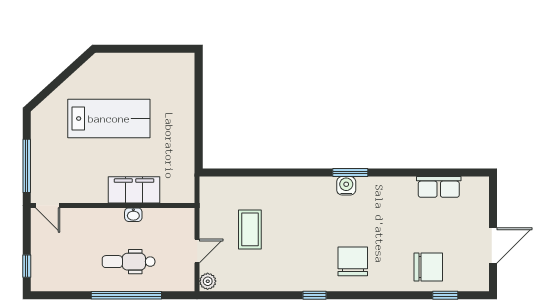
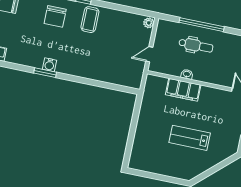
lab bench: (109, 119) -> (190, 138), width x0.73, depth x0.72
coffee table: (250, 229) -> (90, 20), moved
door: (197, 251) -> (149, 54), moved

